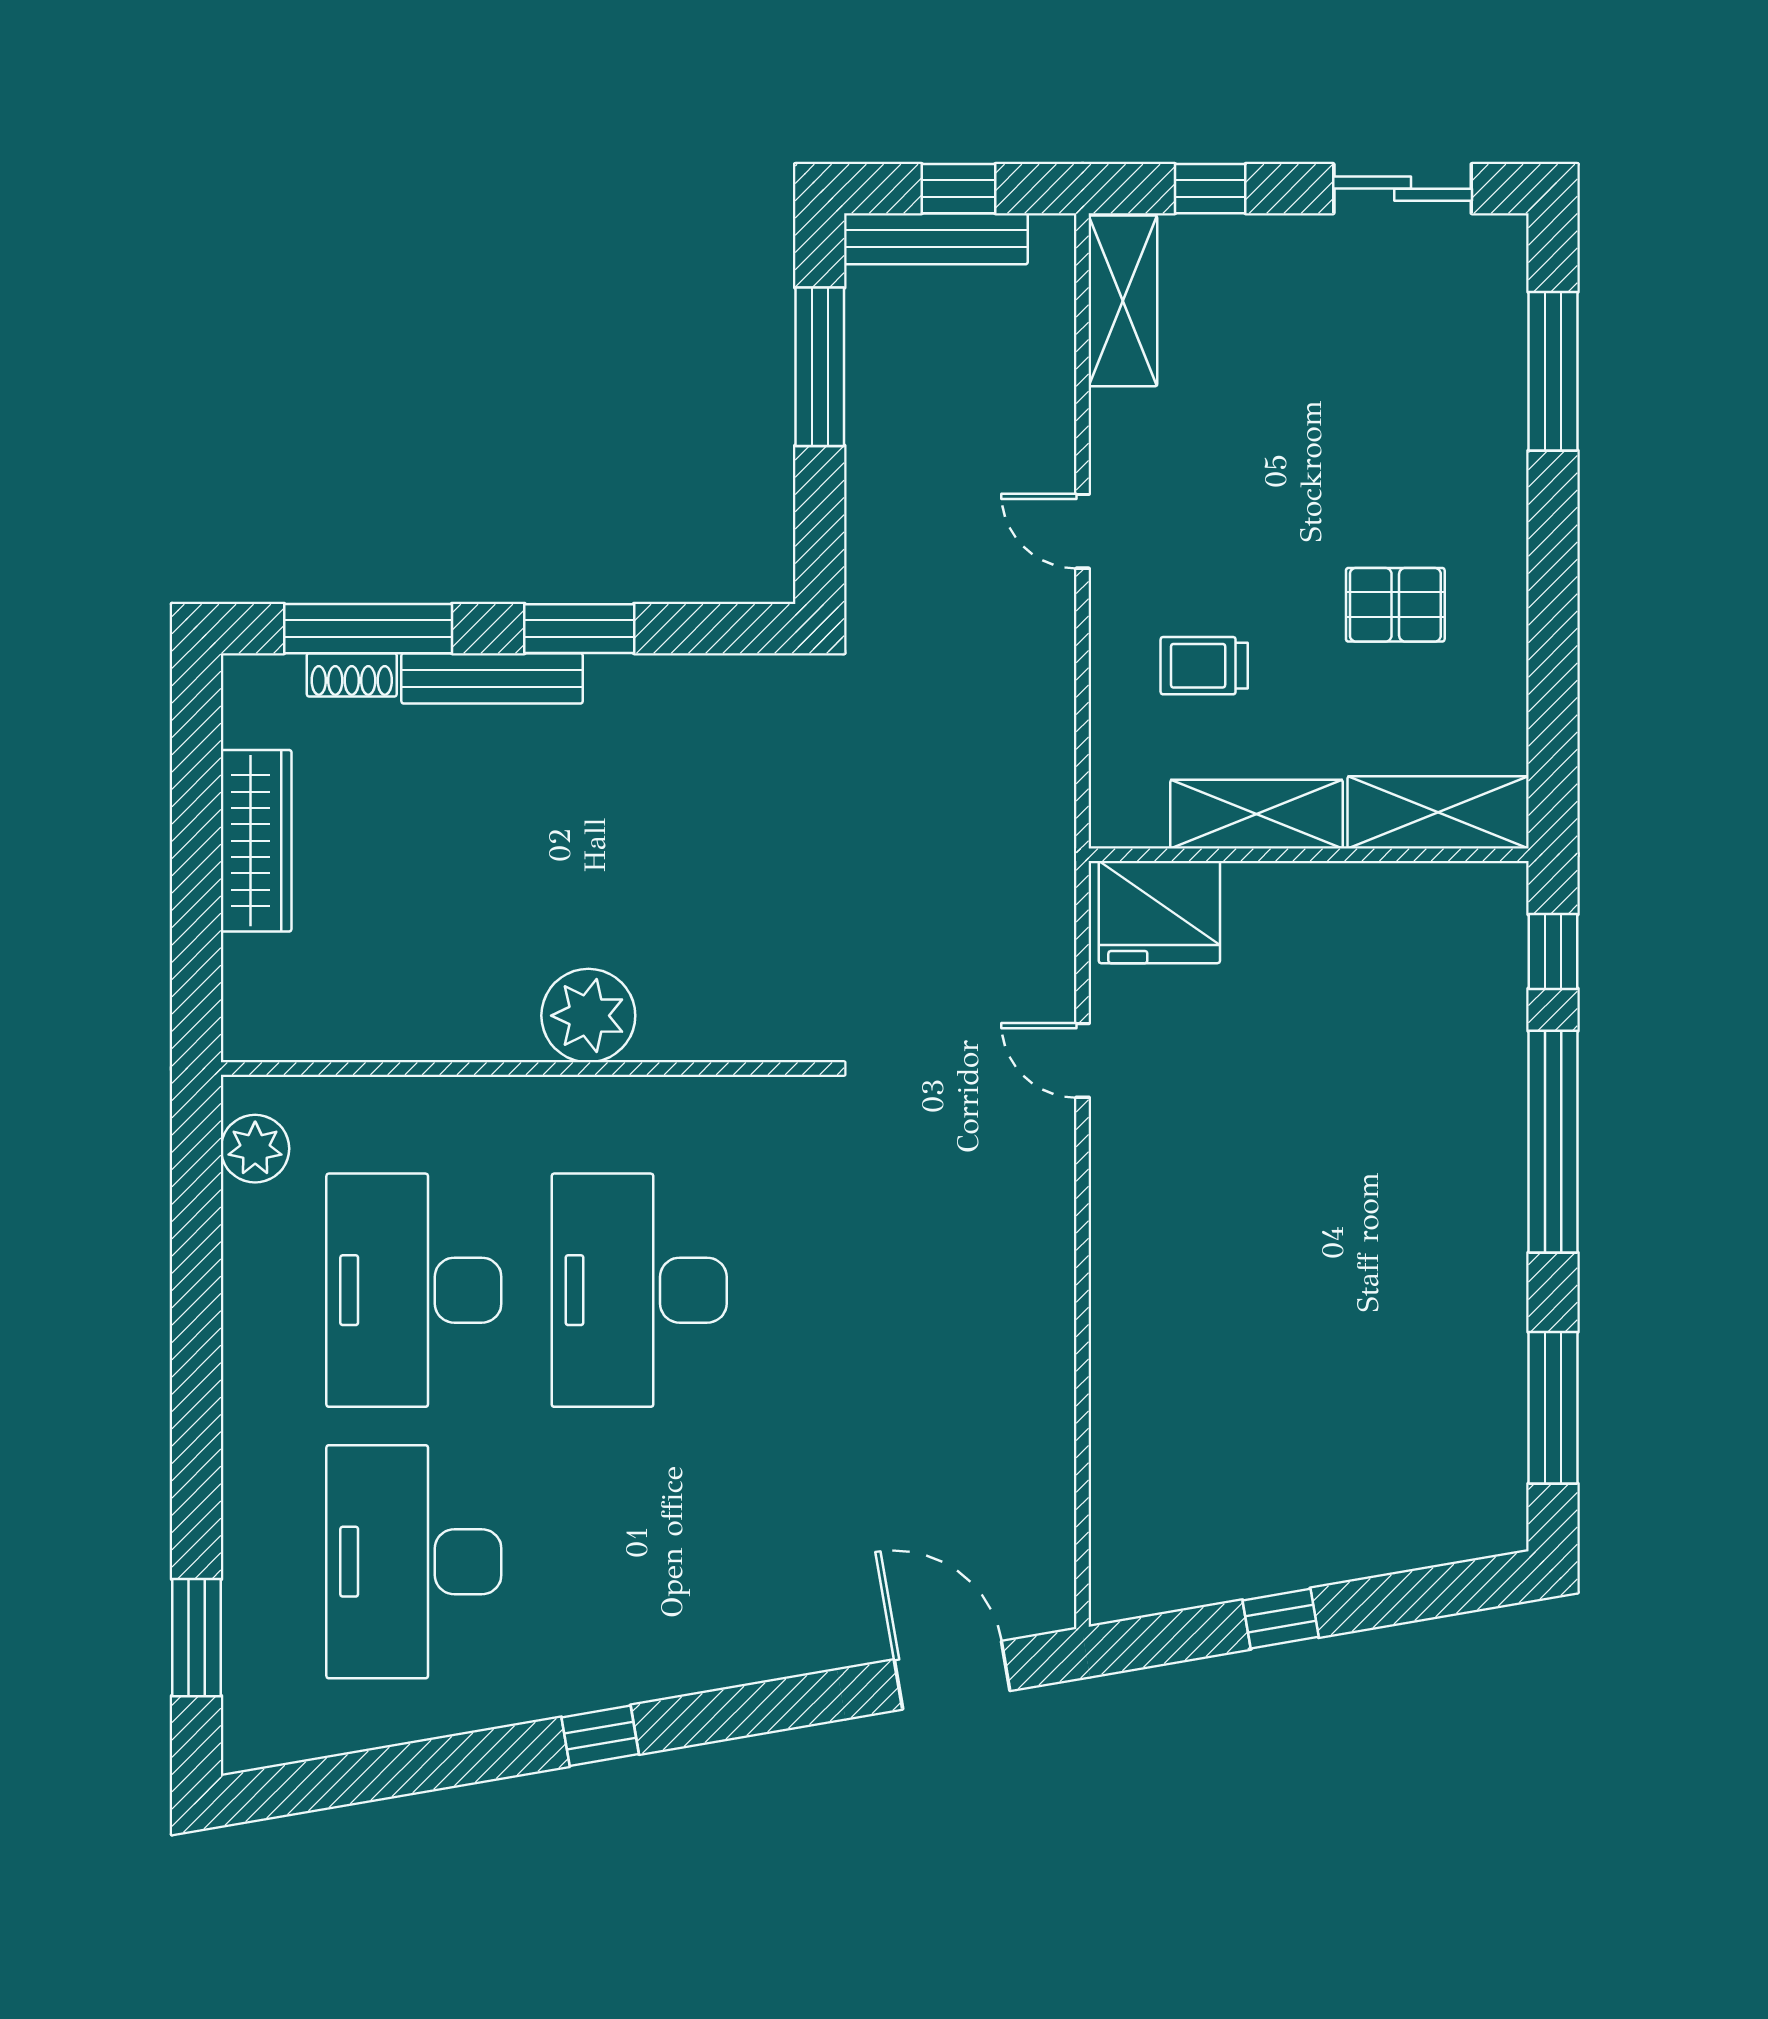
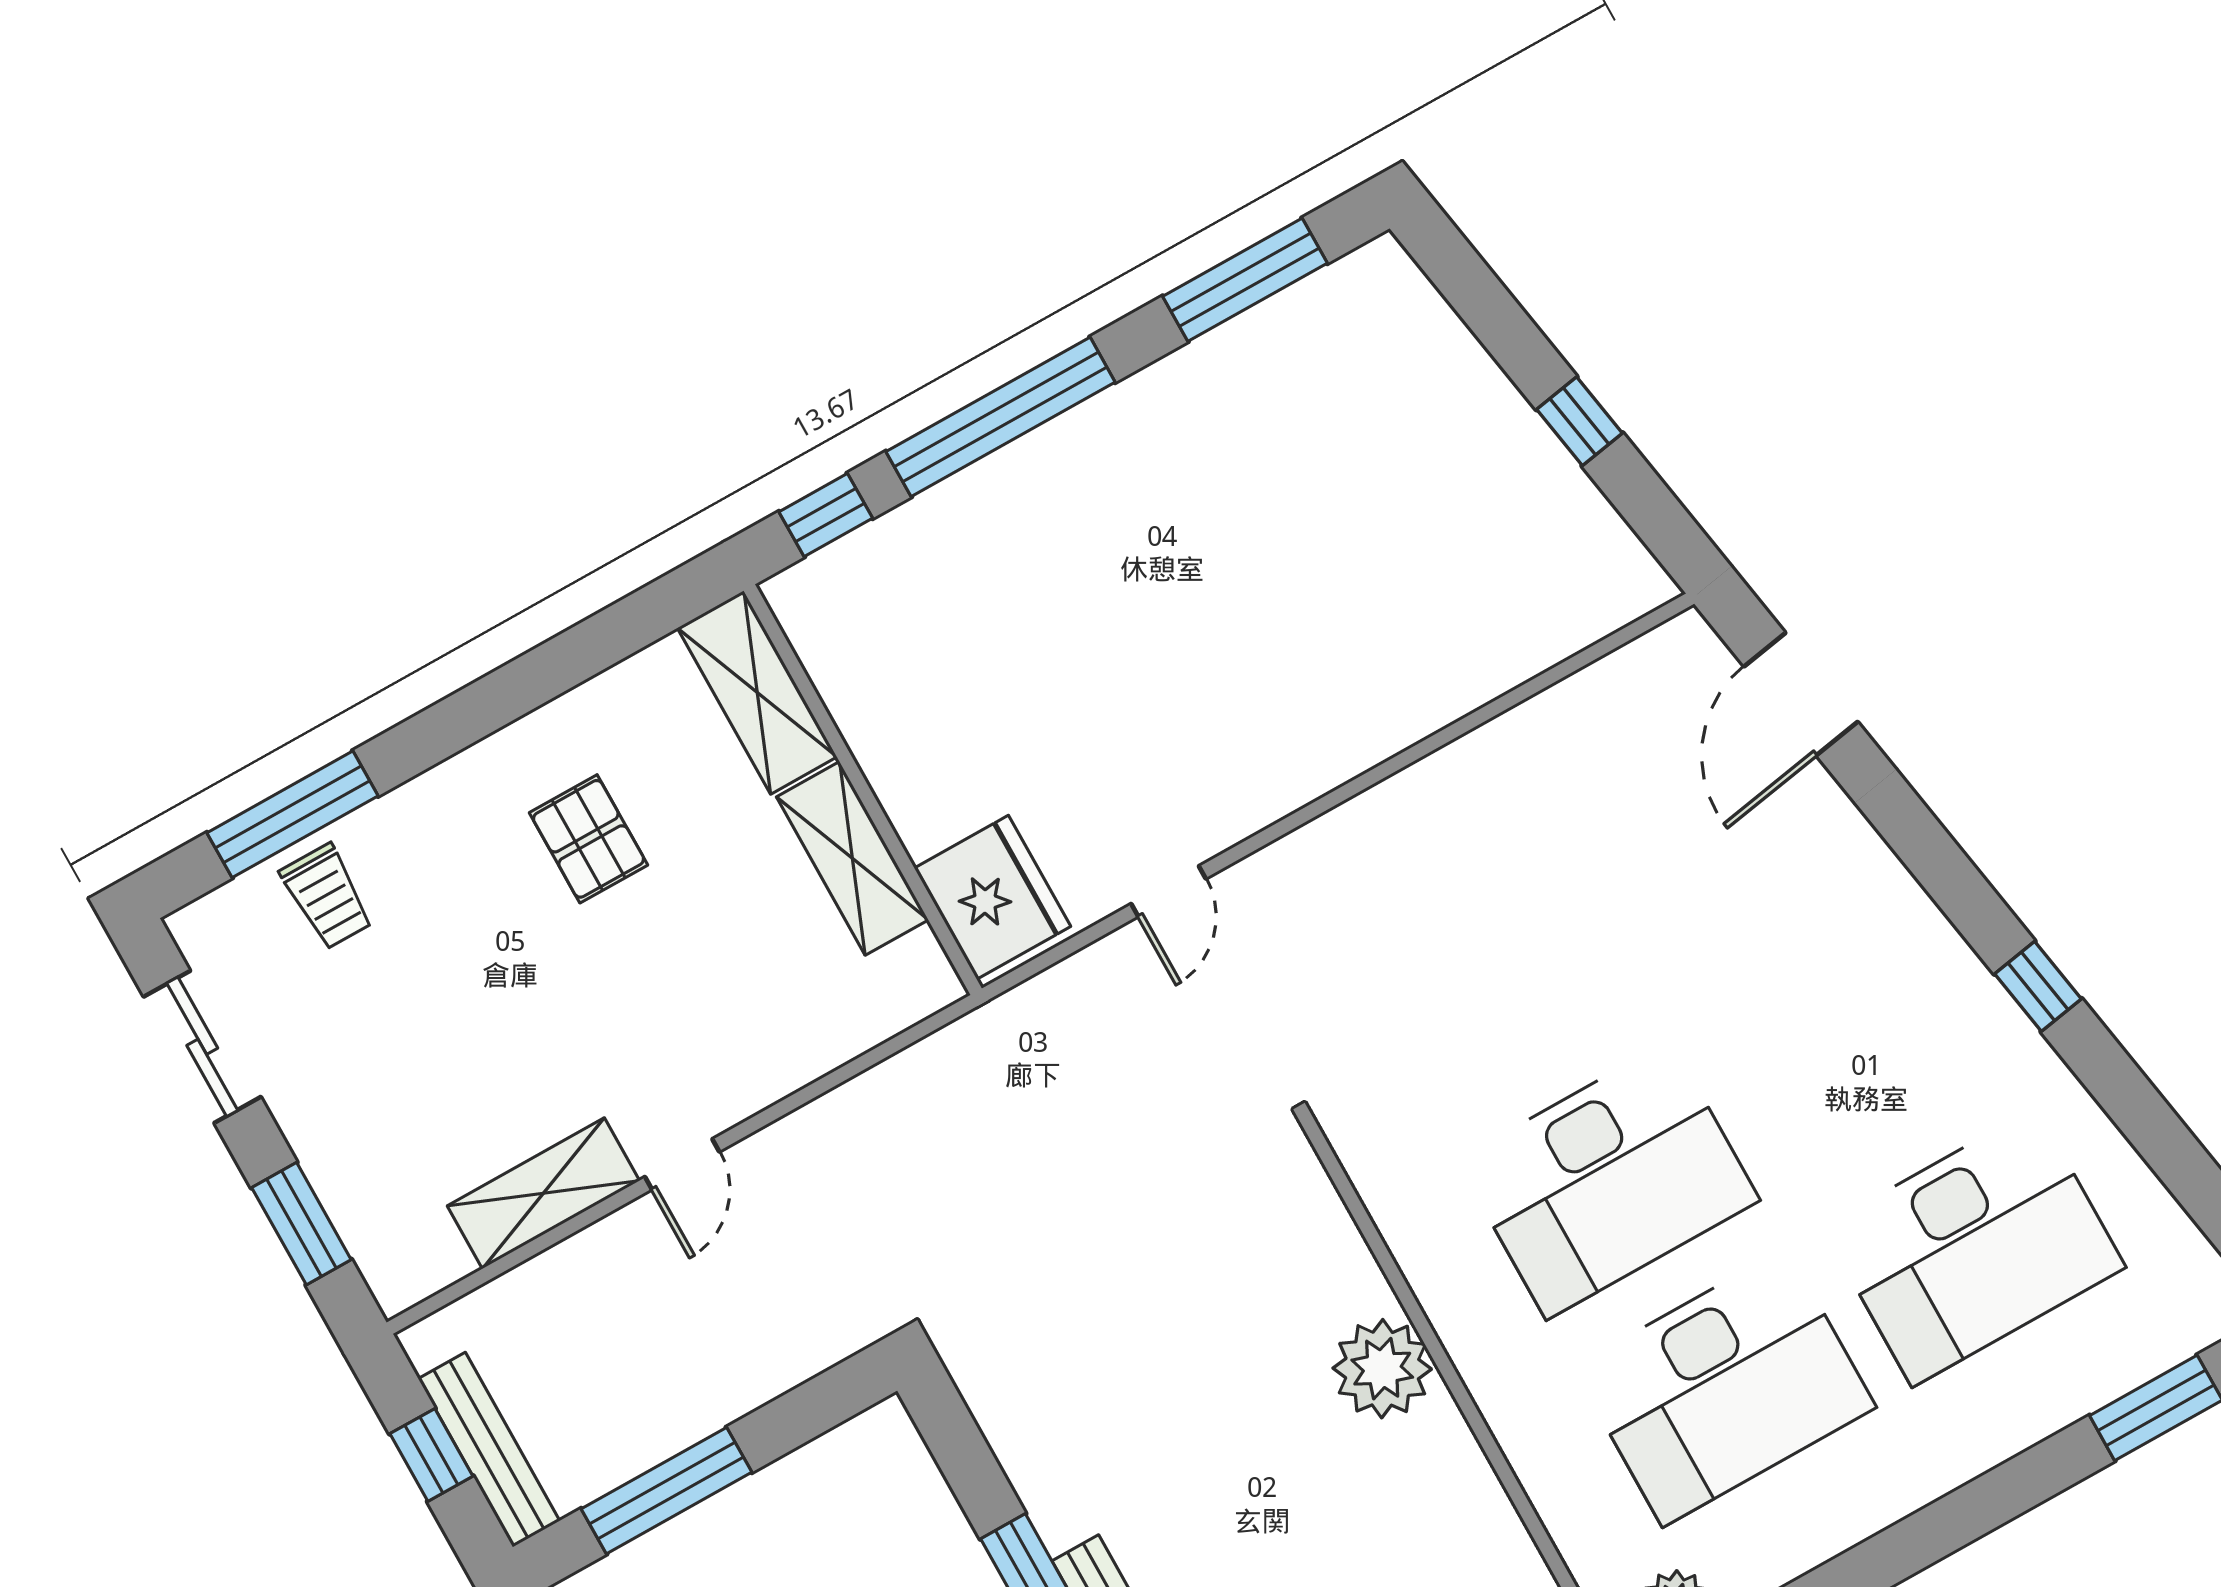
window: (1210, 189) -> (301, 1224), width x1.50
shelving: (1123, 301) -> (543, 1193), moved
trolley: (1204, 666) -> (327, 897), moved

